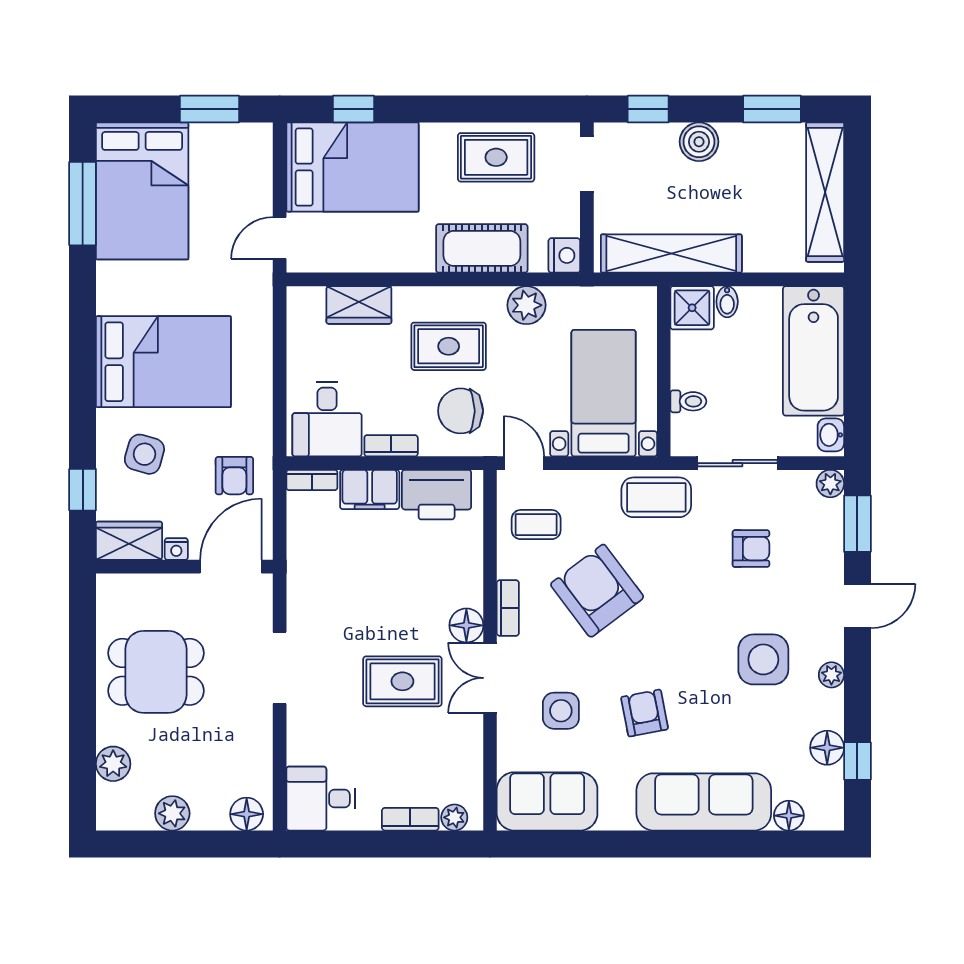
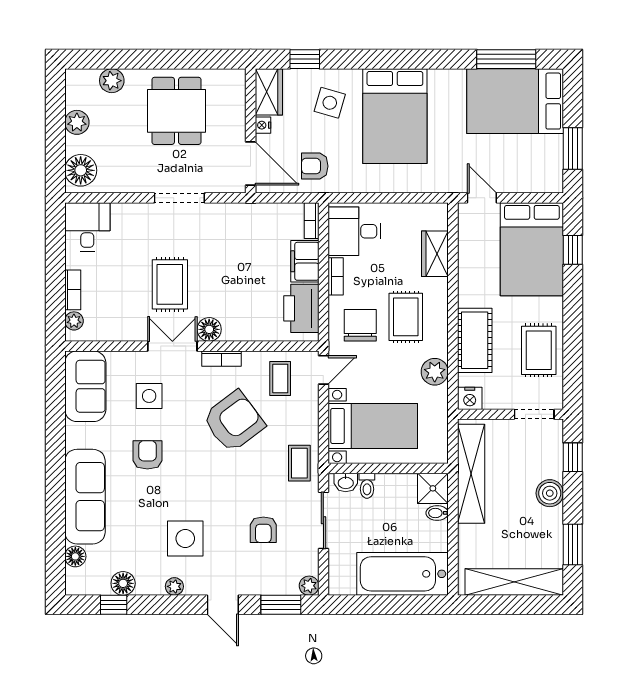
washbasin: (831, 435) -> (346, 482), moved, turned 180
coffee table: (656, 497) -> (299, 463), width x0.73, depth x0.77
armchair: (645, 713) -> (147, 455), turned -79
floor lamp: (247, 814) -> (81, 170), width x1.38, depth x1.38

